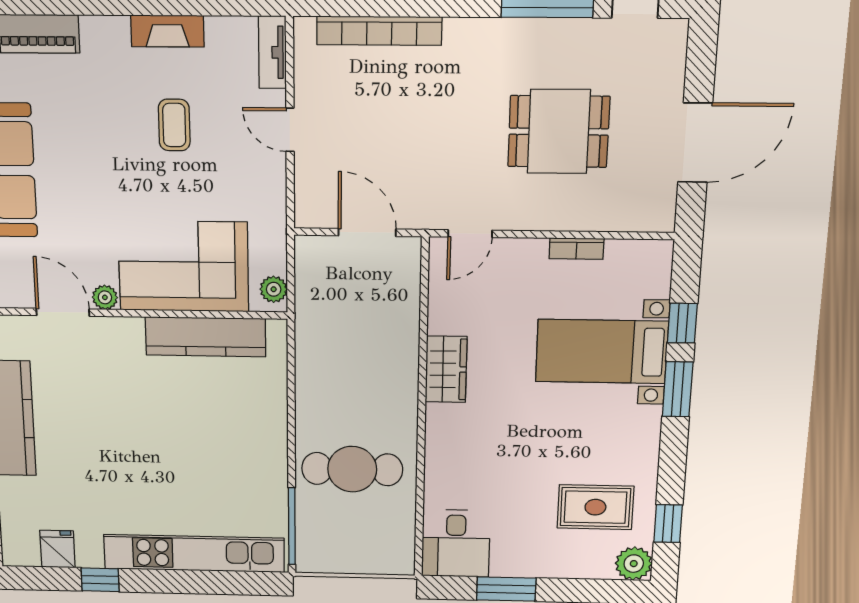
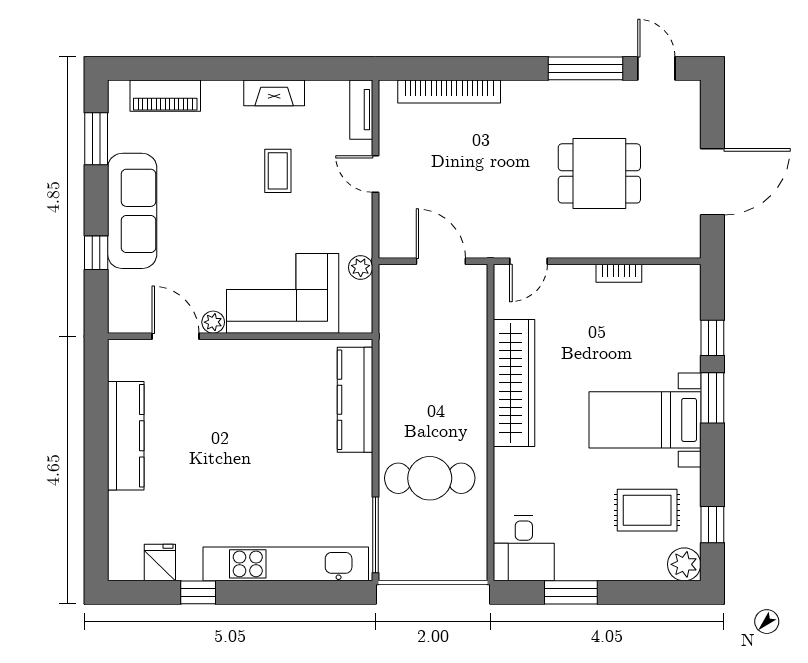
plant: (274, 289) -> (361, 268), moved
kitchen counter: (206, 337) -> (355, 400), moved, turned 90
bed with nightstands: (602, 351) -> (645, 420), moved
wardrobe: (446, 369) -> (514, 383), width x2.10, depth x1.17

